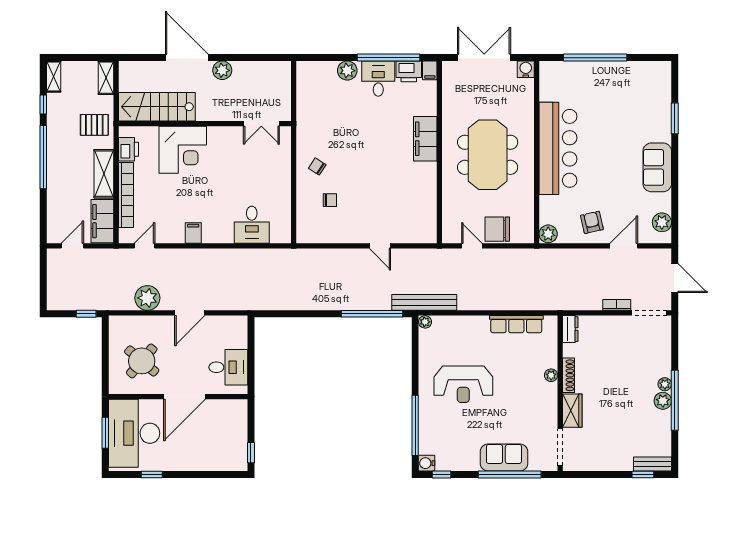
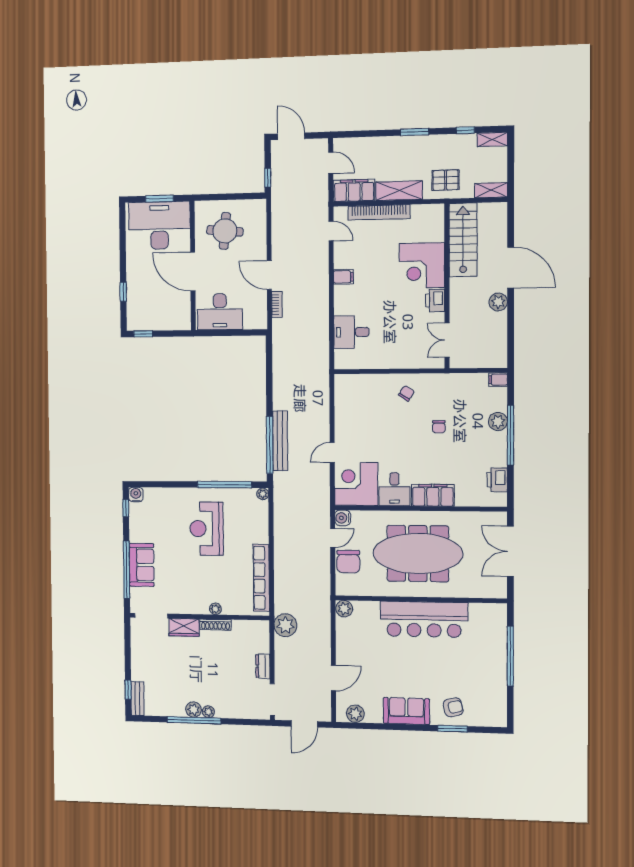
door: (187, 58) -> (511, 268), hinge flipped
window: (388, 58) -> (511, 435), moved
double door: (484, 58) -> (510, 551), swing flipped
water cooler: (526, 69) -> (343, 518), moved, turned 180
filing cabinet: (430, 70) -> (498, 380), moved
desk: (378, 79) -> (394, 489), moved, turned 90
pallet: (94, 125) -> (446, 180), turned 90
printer: (129, 149) -> (435, 300), moved, turned 90
meeting table: (488, 155) -> (418, 554), width x1.36
window: (43, 157) -> (415, 132), width x0.47
chair: (330, 200) -> (439, 427), moved
corner desk: (414, 220) -> (356, 484), added
armchair: (592, 222) -> (453, 707), moved
chair: (497, 229) -> (348, 562), turned 180
door: (624, 246) -> (333, 678), hinge flipped
door: (43, 288) -> (291, 136), added
plant: (147, 298) -> (285, 625), moved
bench: (424, 302) -> (280, 441), moved
bookcase: (617, 305) -> (277, 304), moved
row of seats: (516, 324) -> (261, 578), width x1.36
dresser: (570, 329) -> (263, 666), moved, turned 90
round table: (142, 361) -> (225, 231), turned -35
desk: (228, 367) -> (220, 312), width x1.37
window: (415, 425) -> (225, 485), moved
window: (152, 475) -> (123, 292), moved

